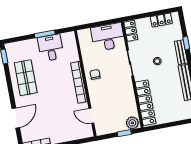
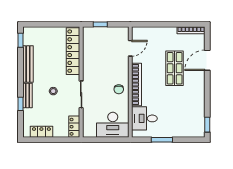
desk: (108, 37) -> (113, 125), moved
desk: (51, 48) -> (144, 118), moved, turned 90
shop shelf: (26, 78) -> (175, 68), moved
door: (91, 116) -> (130, 48), hinge flipped
plant: (132, 123) -> (90, 33), removed

